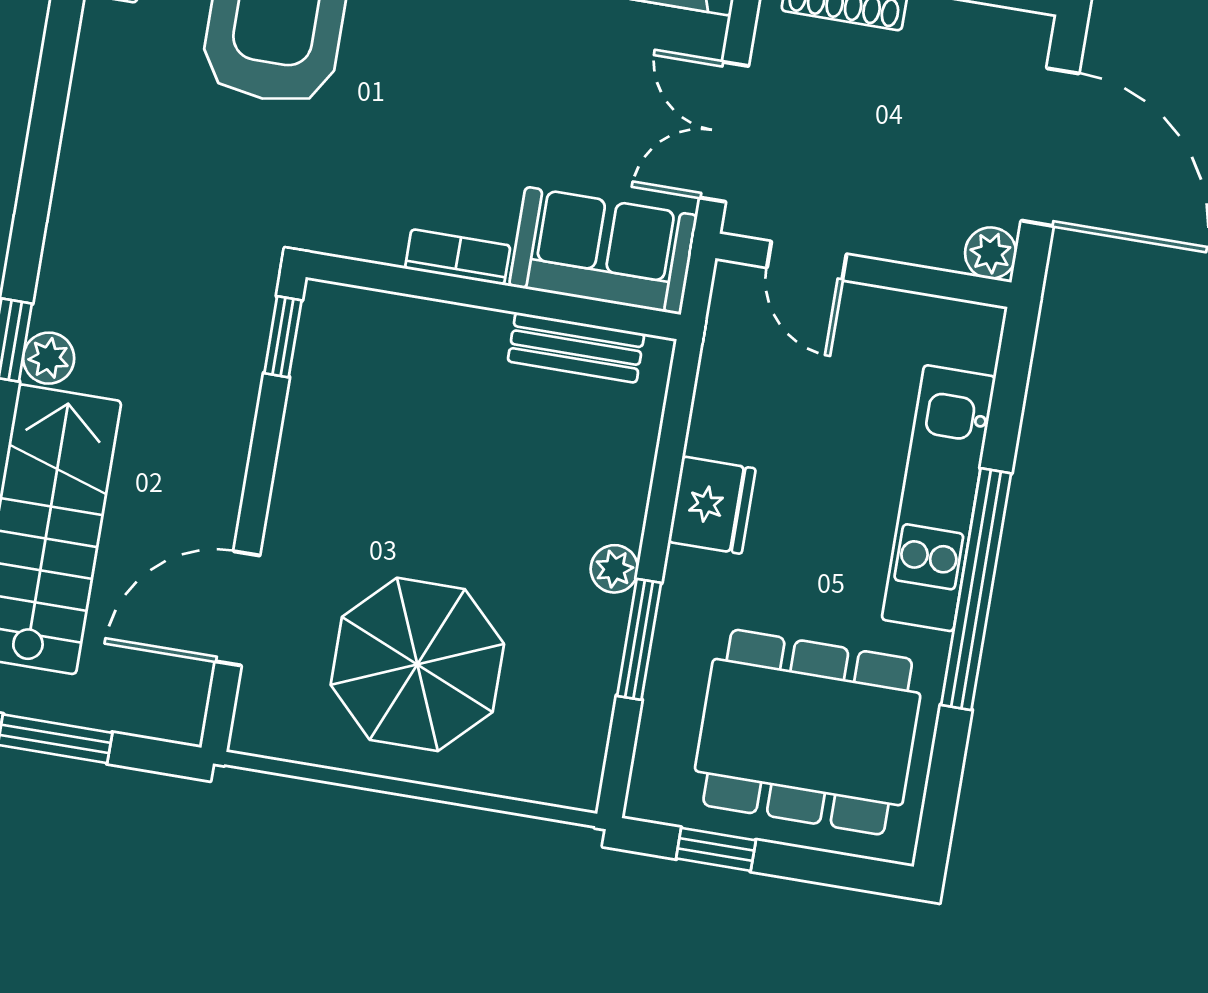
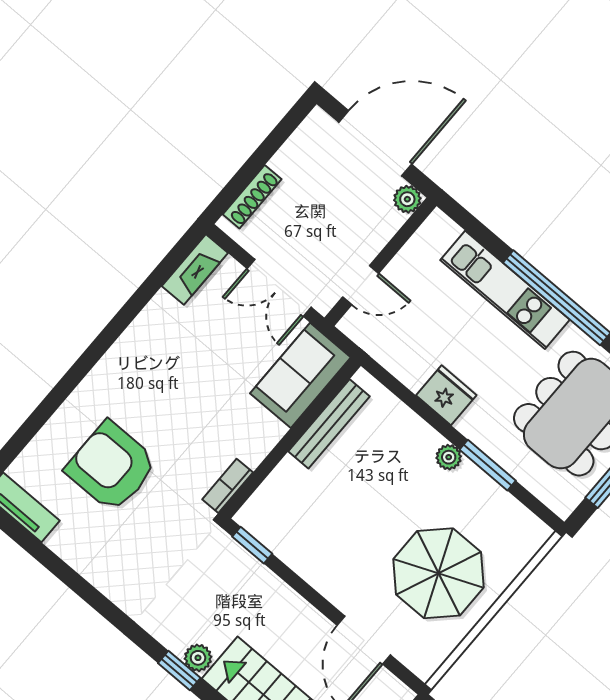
bookcase: (458, 257) -> (228, 486), moved
bench: (576, 348) -> (329, 424), width x1.36

